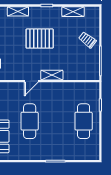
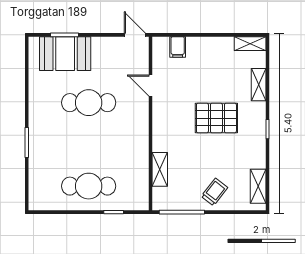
shelving: (73, 12) -> (258, 186), moved
pallet: (40, 39) -> (216, 118), turned 90
shelving: (52, 75) -> (160, 169), moved
door: (31, 81) -> (150, 85), moved

